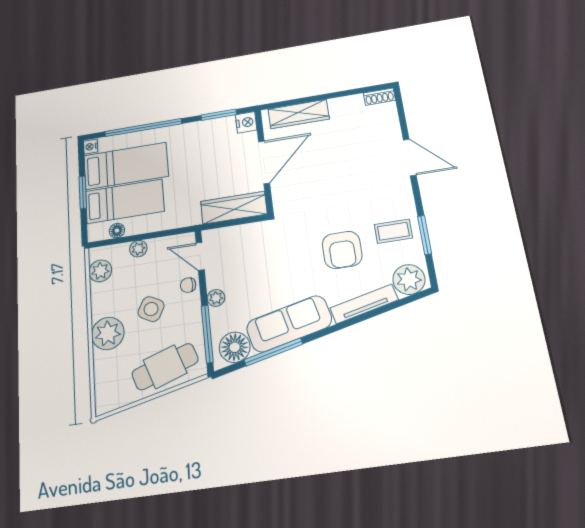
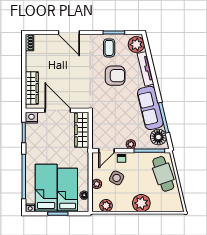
door: (410, 157) -> (69, 33), swing flipped
side table: (151, 309) -> (117, 178), moved

